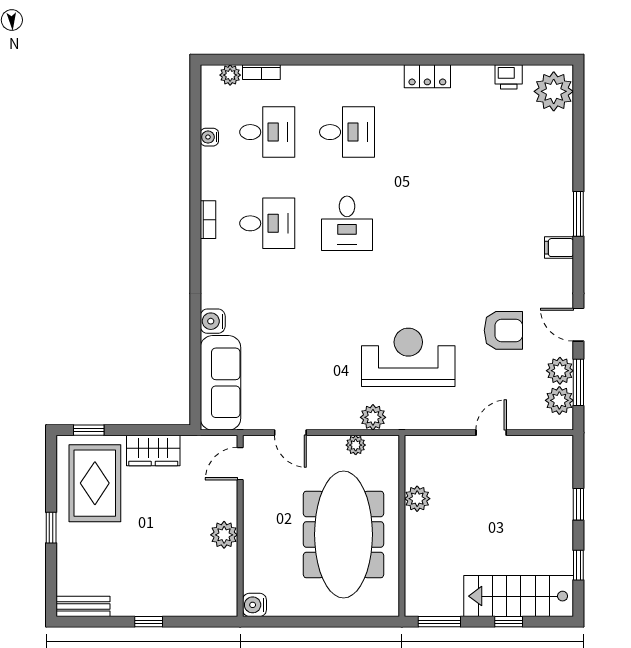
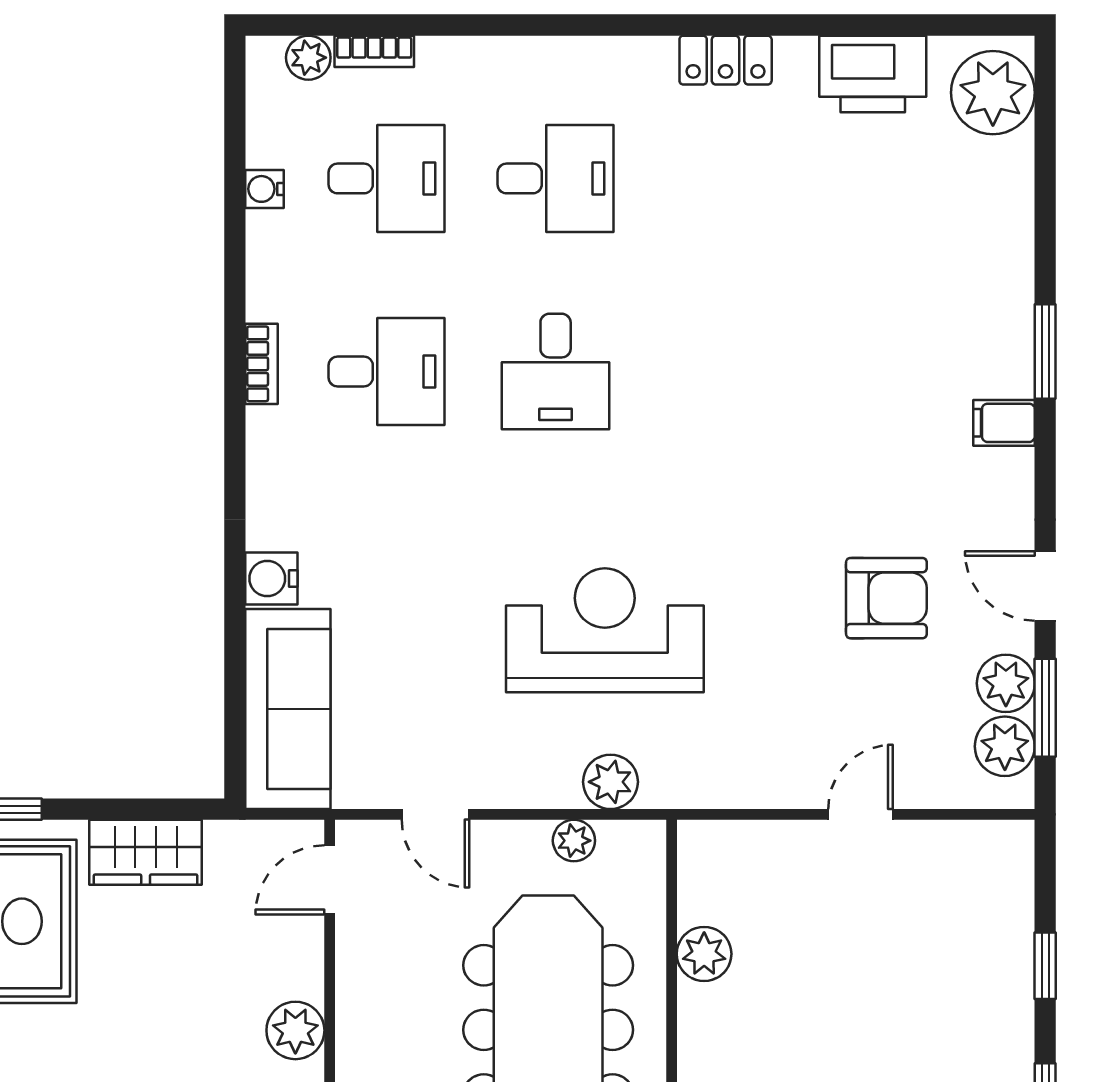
printer: (509, 77) -> (873, 74), width x1.87, depth x1.48
reception desk: (408, 357) -> (605, 630), moved

